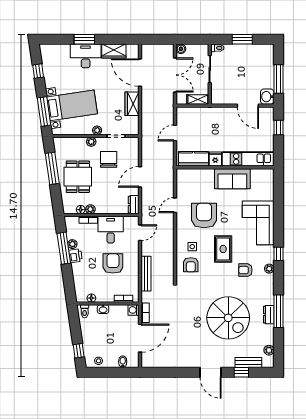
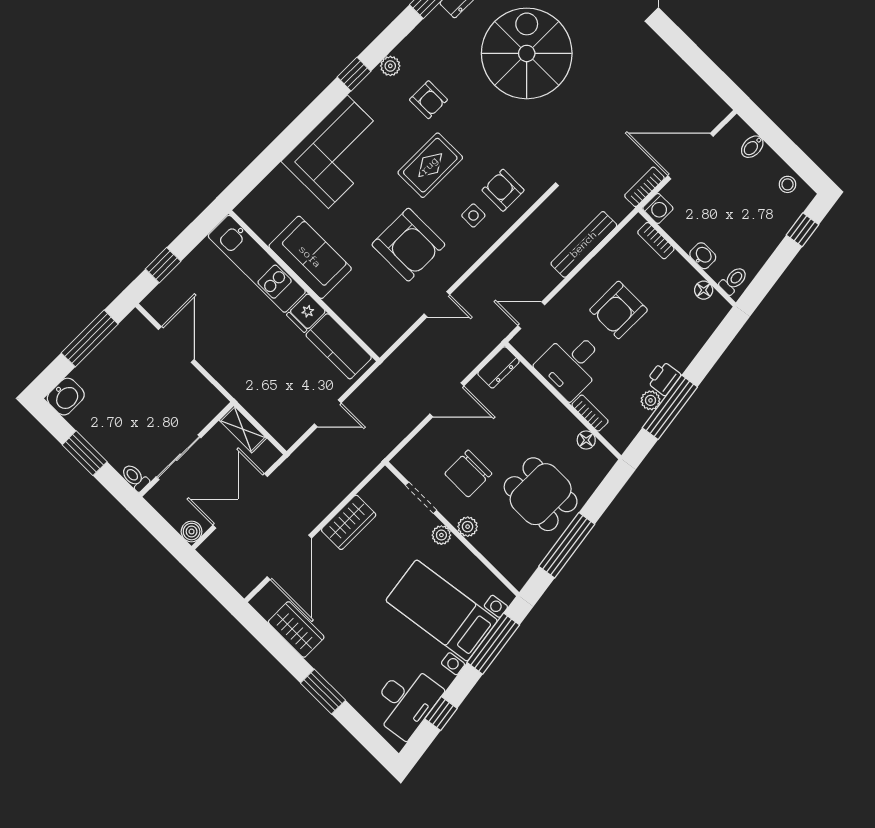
desk: (86, 56) -> (406, 701), moved, turned -98
washbasin: (267, 97) -> (66, 397), moved
dining table: (78, 177) -> (541, 494), turned 90
plant: (90, 209) -> (571, 426), removed
armchair: (204, 215) -> (408, 245), turned -90
armchair: (191, 265) -> (503, 190), turned -90

